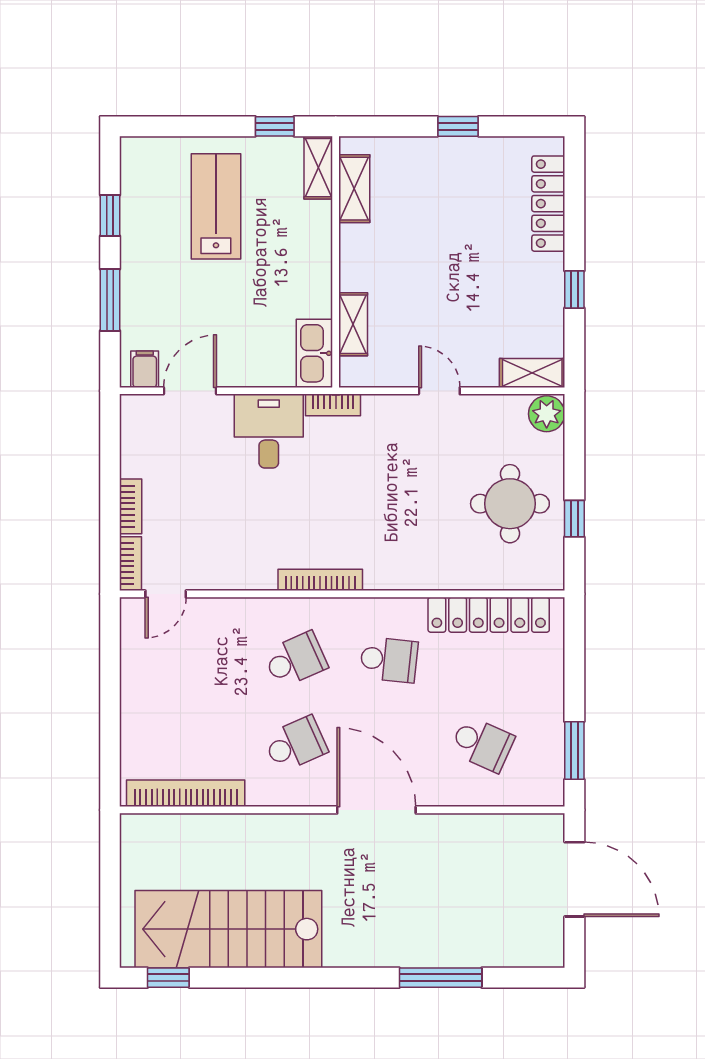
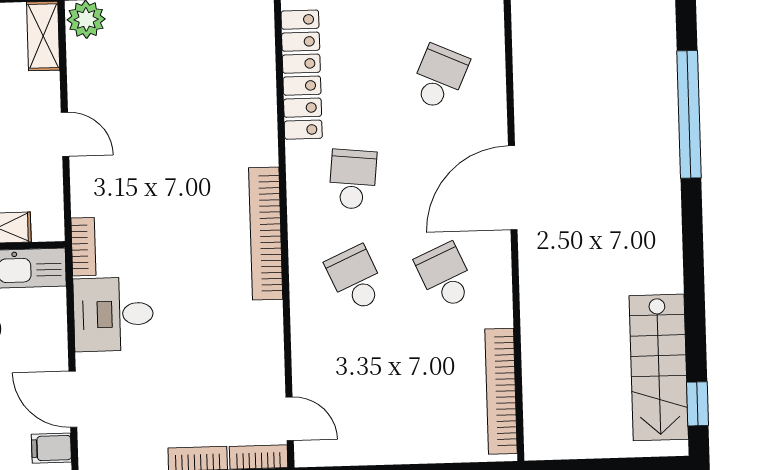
door: (439, 391) -> (65, 134), swing flipped
round table: (510, 504) -> (183, 56), removed
bookcase: (320, 580) -> (266, 234), width x1.48, depth x1.31
stairs: (228, 929) -> (659, 367), width x0.73, depth x0.66
window: (441, 978) -> (689, 114), width x1.46

